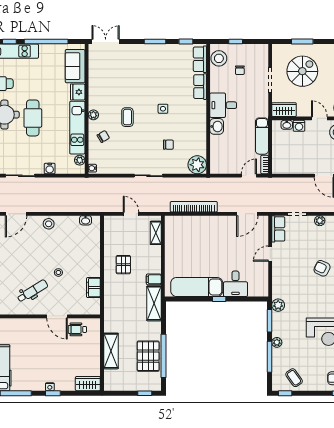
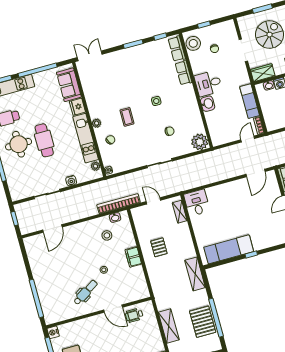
bookcase: (194, 207) -> (119, 204), moved
stool: (49, 224) -> (107, 235), moved
filing cabinet: (154, 279) -> (189, 253), removed
desk: (235, 284) -> (197, 203), moved, turned 180
filing cabinet: (93, 288) -> (133, 257), moved

